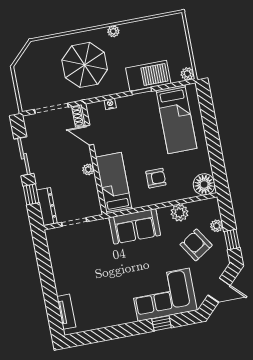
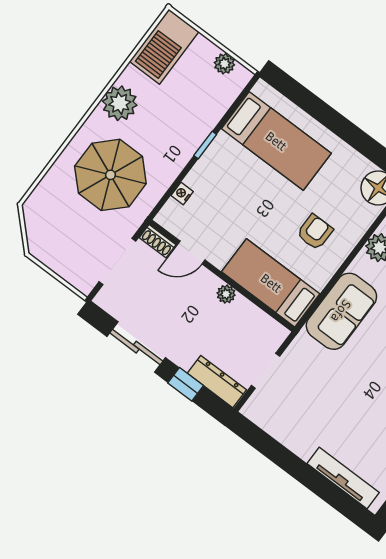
plant: (113, 31) -> (120, 103), width x1.88, depth x1.88
plant: (187, 74) -> (224, 64), moved
barbecue: (148, 76) -> (164, 47), moved, turned 180
tv unit: (66, 312) -> (343, 478), width x1.41

